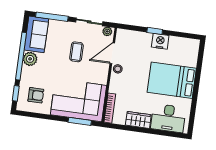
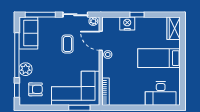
nightstand: (160, 41) -> (127, 24), moved
door: (112, 53) -> (101, 41), hinge flipped
plant: (30, 59) -> (26, 69), moved
bed: (172, 80) -> (159, 58), width x0.67
wardrobe: (138, 120) -> (174, 28), moved, turned -90

